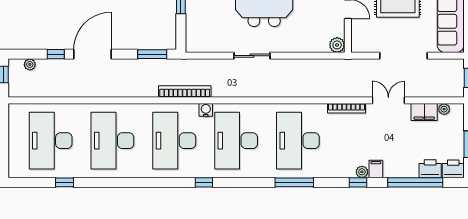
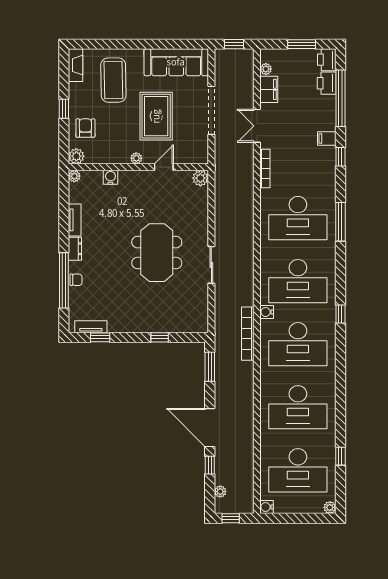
water cooler: (15, 110) -> (267, 507), added
plant: (362, 172) -> (330, 507), moved

